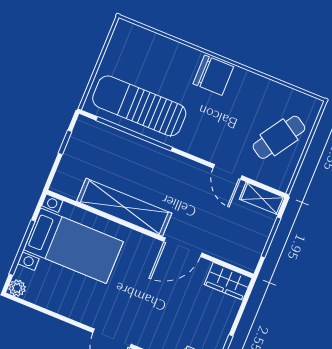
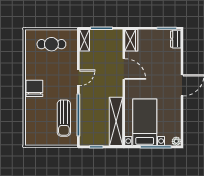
sun lounger: (139, 106) -> (64, 118), width x0.73, depth x0.75
cafe table: (279, 137) -> (51, 44), turned -33
door: (228, 172) -> (78, 78), moved
shelving: (124, 207) -> (116, 121), moved

